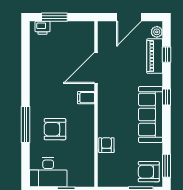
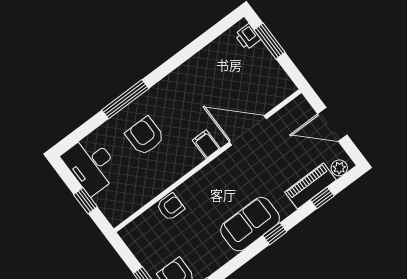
sofa: (151, 114) -> (250, 224), width x0.73

